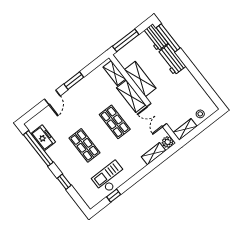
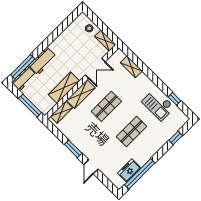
door: (52, 97) -> (91, 167), swing flipped
plant: (168, 142) -> (119, 55), removed
window: (64, 182) -> (176, 138), moved

